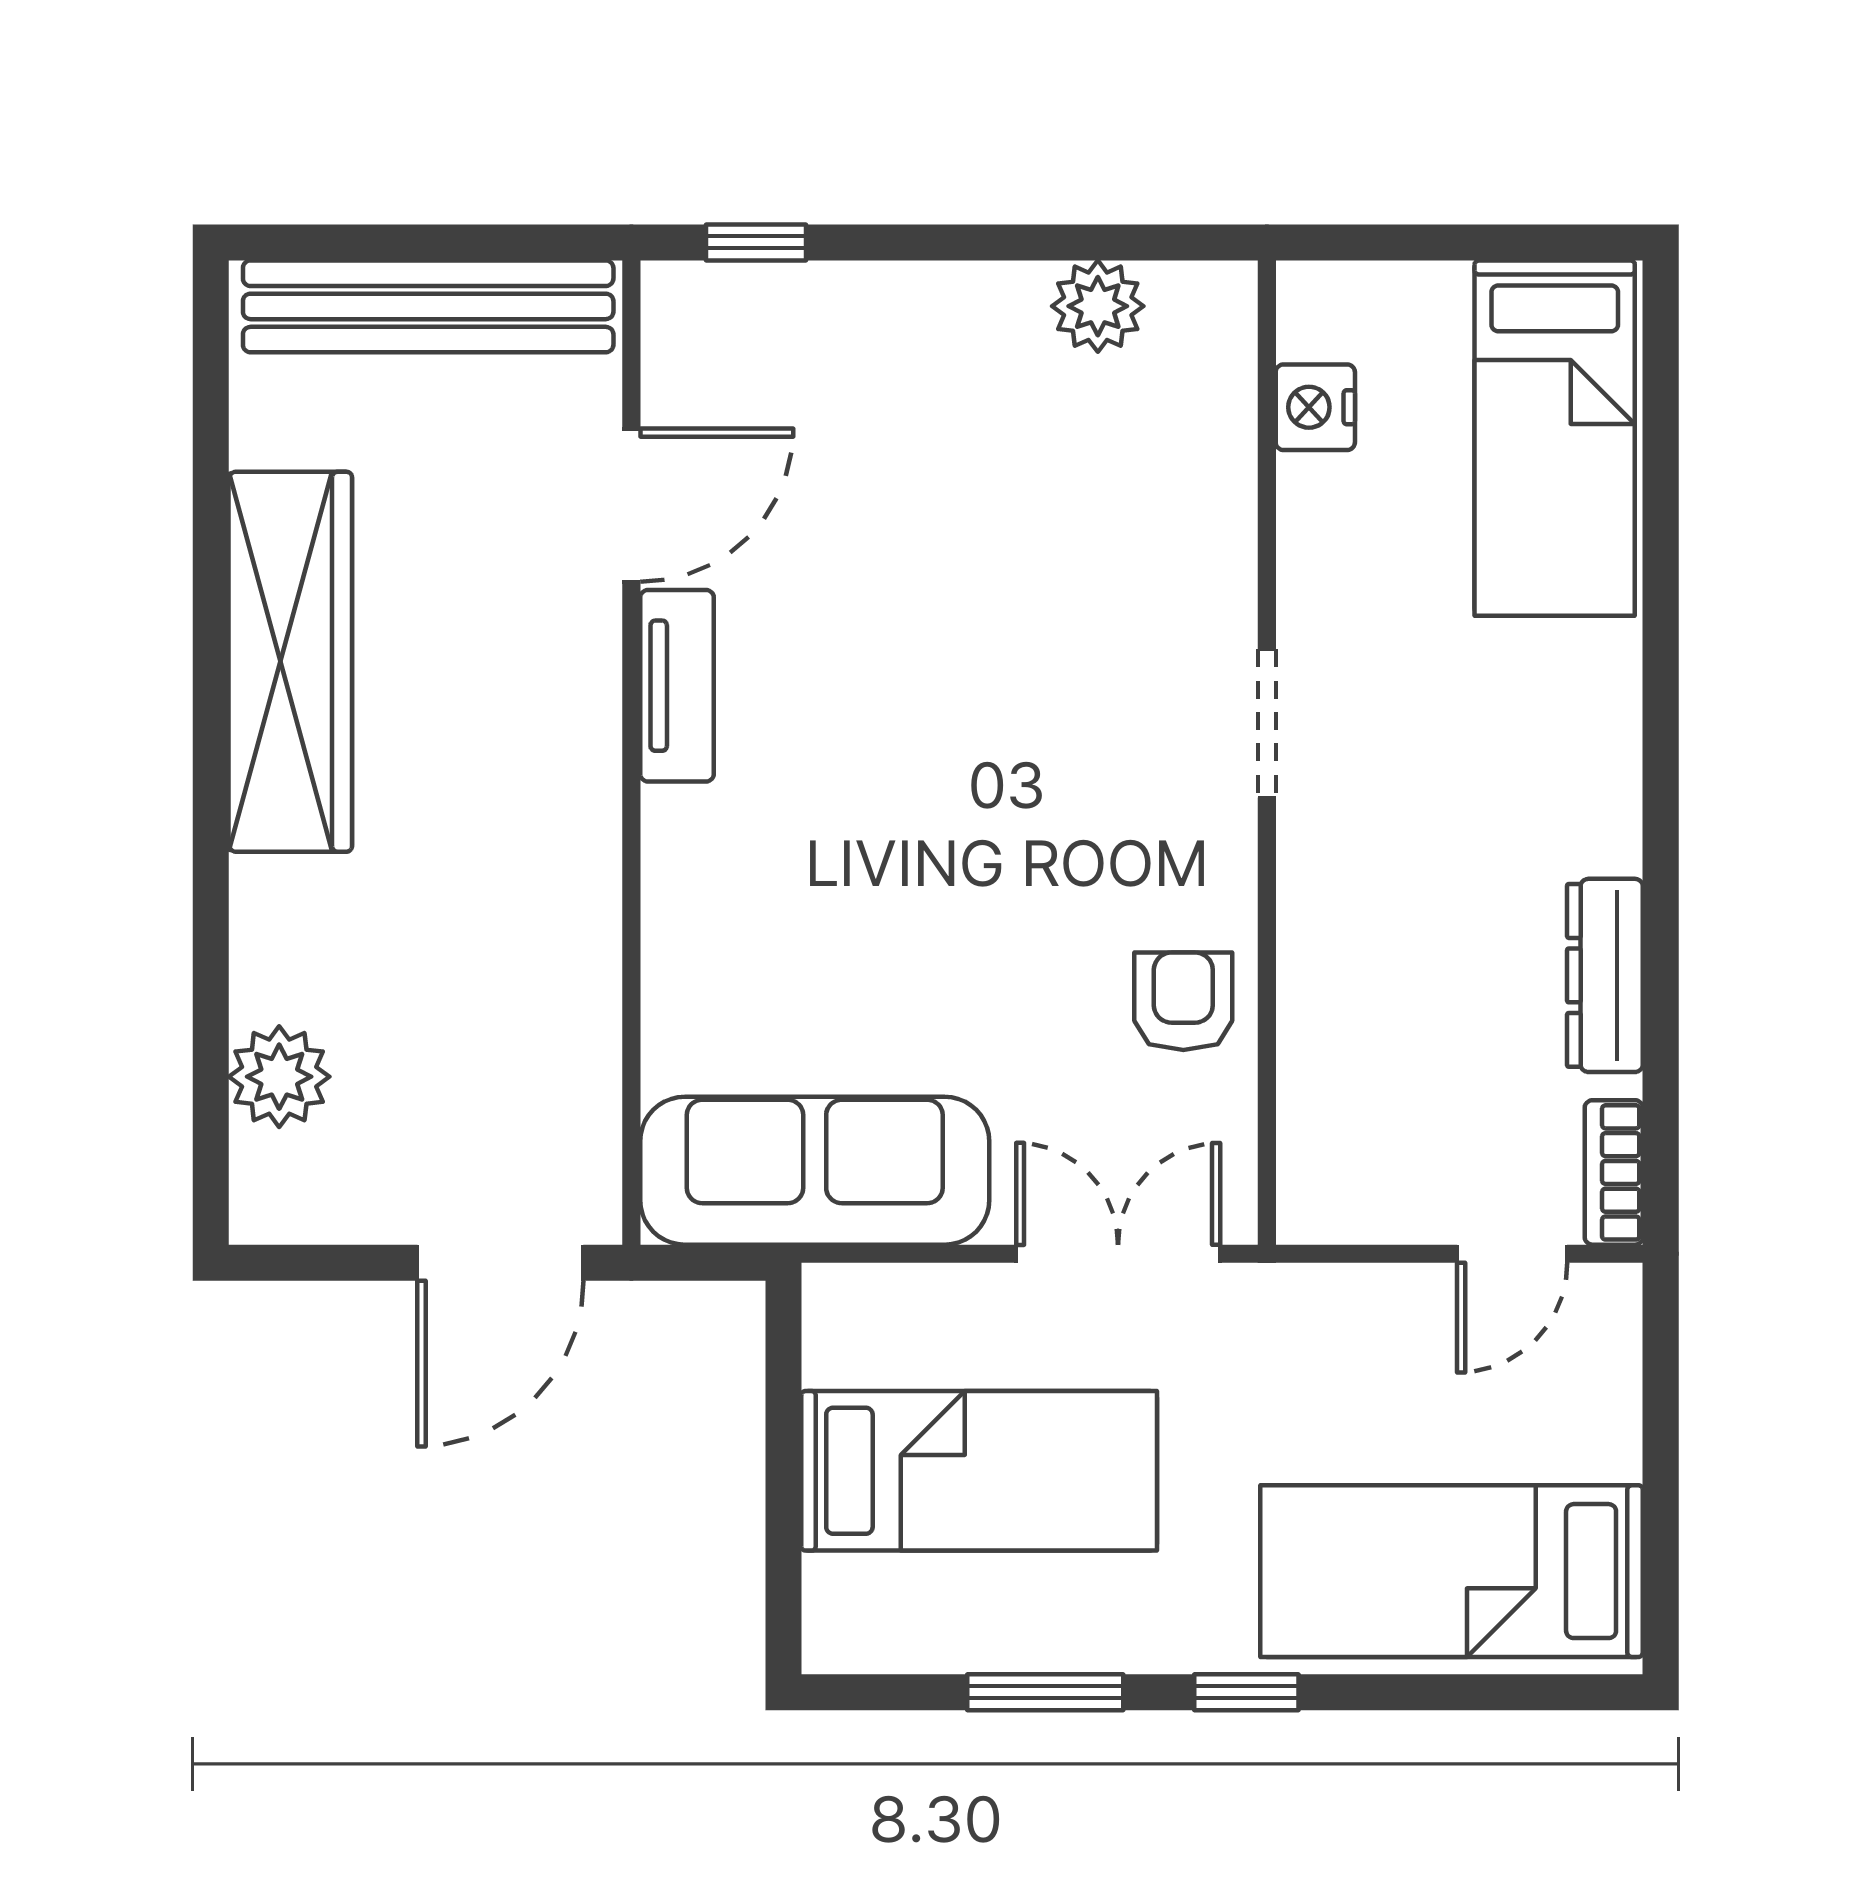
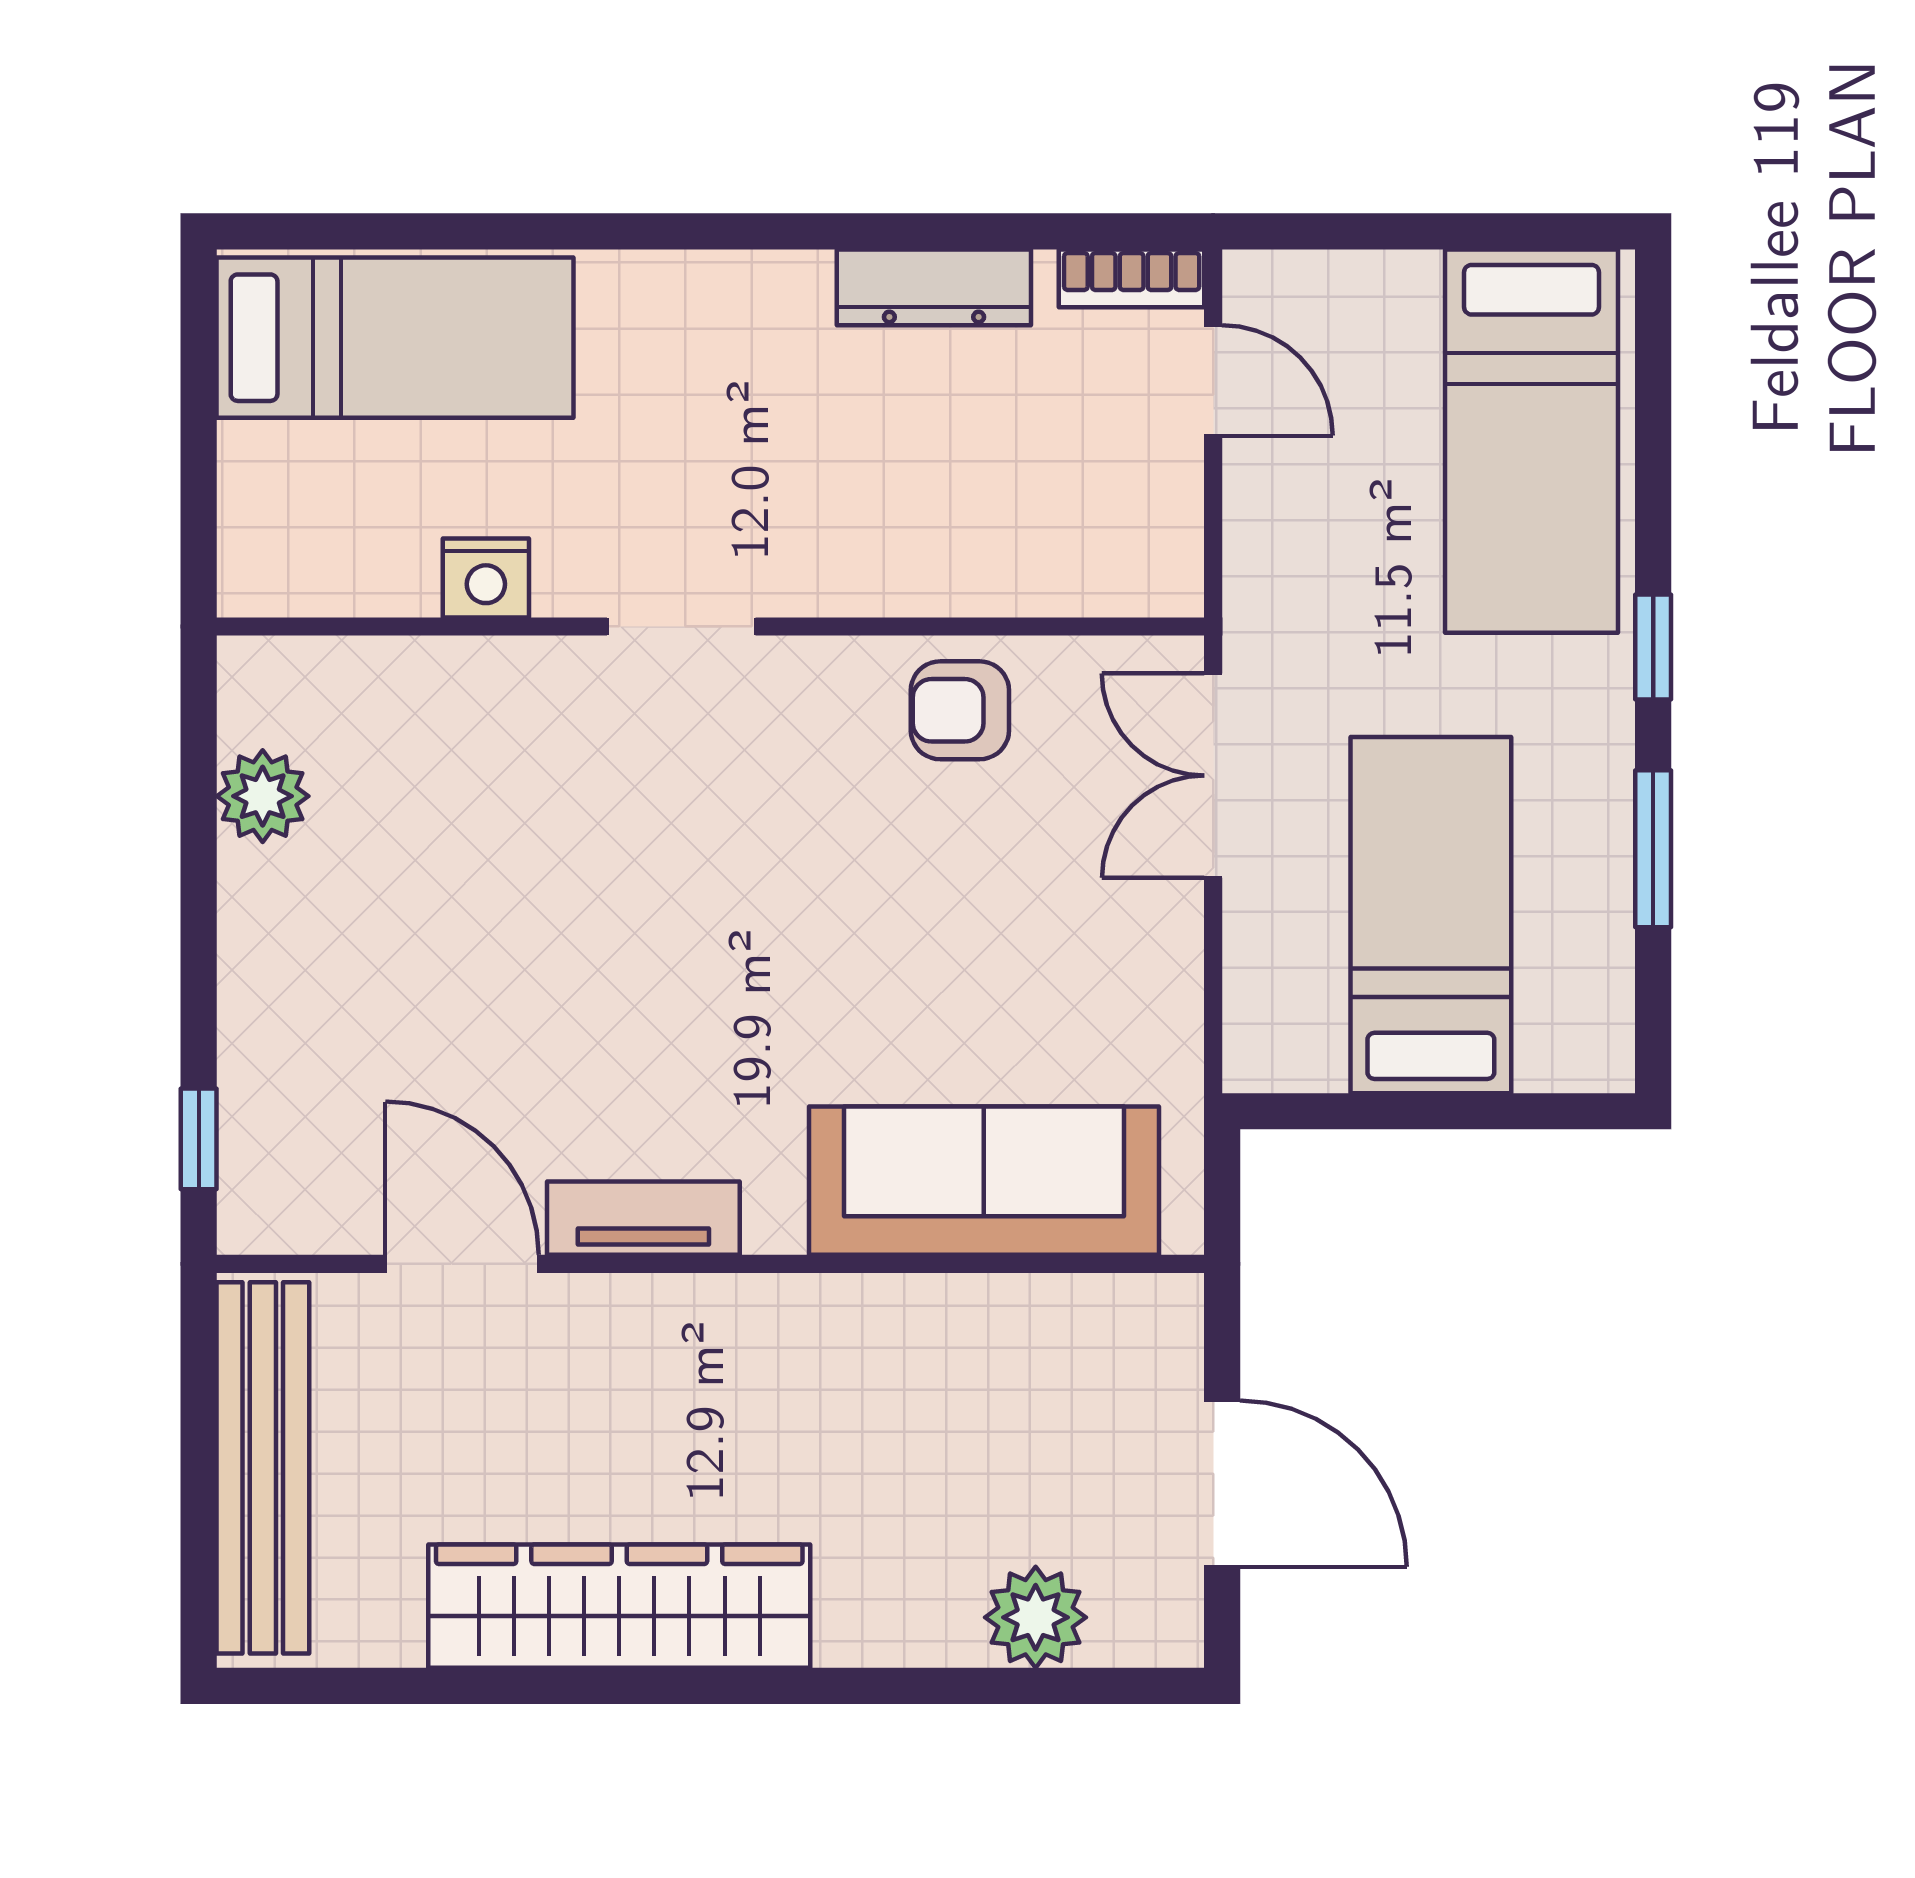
nightstand: (1315, 407) -> (486, 578), moved
sofa: (815, 1171) -> (984, 1181), moved, turned 90
door: (500, 1263) -> (1222, 1484), moved

